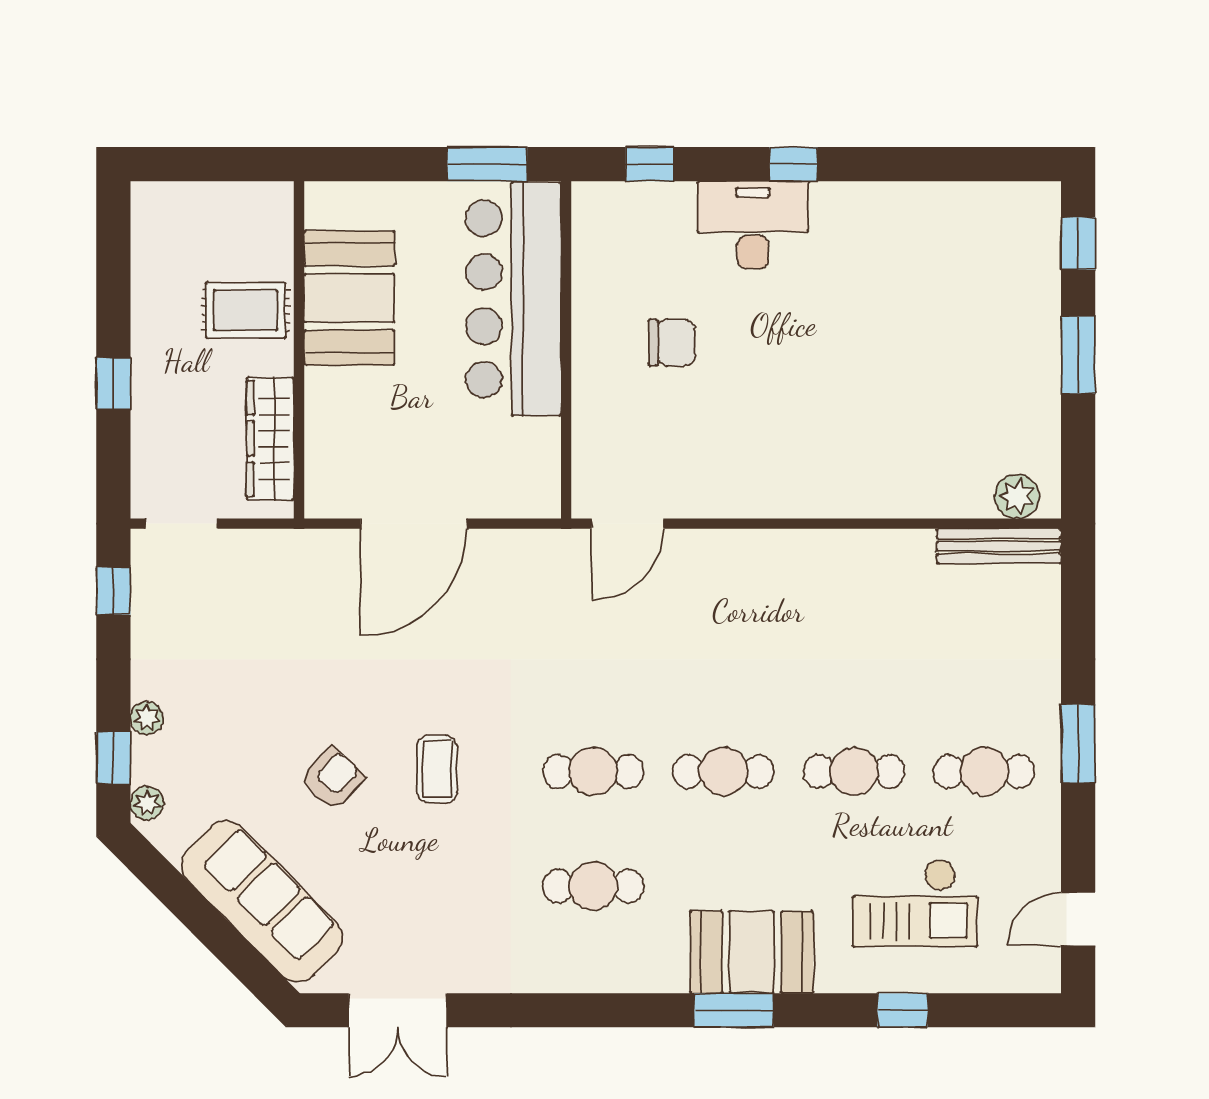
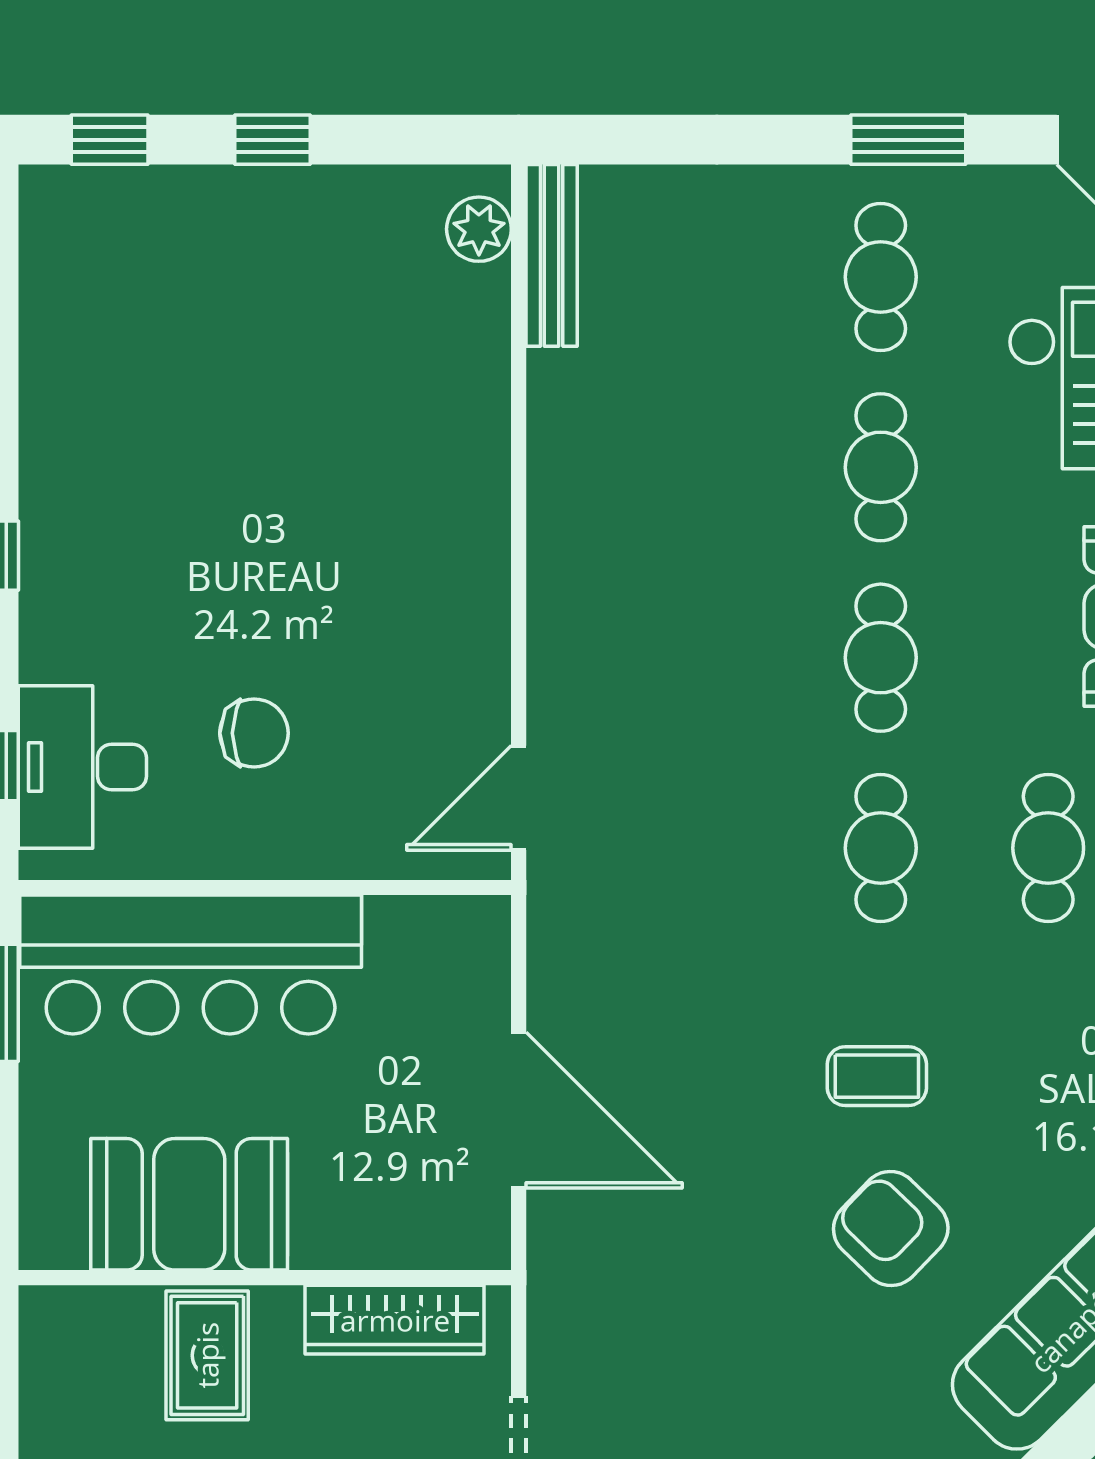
desk: (753, 225) -> (82, 767), moved
chair: (672, 342) -> (254, 733), turned 90
window: (1078, 355) -> (273, 140), width x0.67
door: (628, 524) -> (519, 798), swing flipped
window: (1078, 744) -> (908, 140), moved
armchair: (333, 778) -> (891, 1228), width x1.38, depth x1.38

